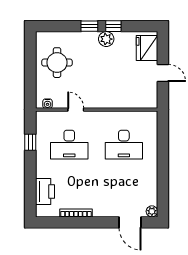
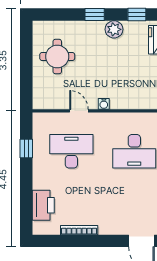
window: (113, 26) -> (137, 15), moved
water cooler: (47, 104) -> (104, 104), moved
desk: (69, 145) -> (71, 151), turned 180

